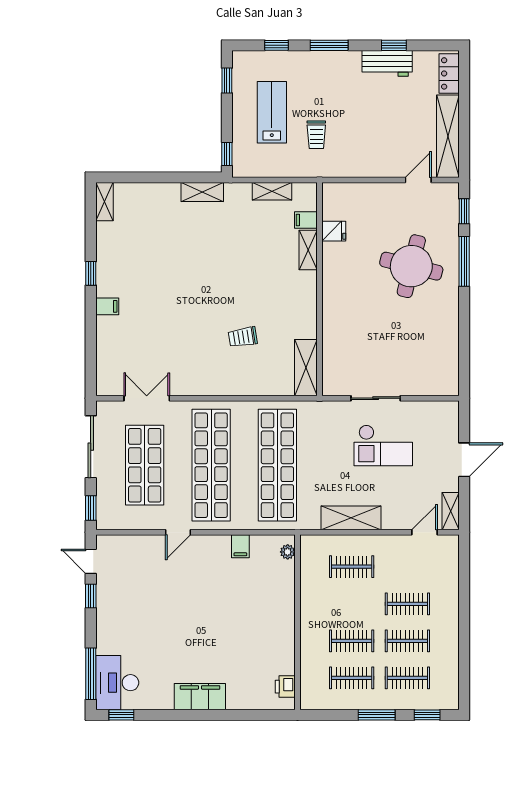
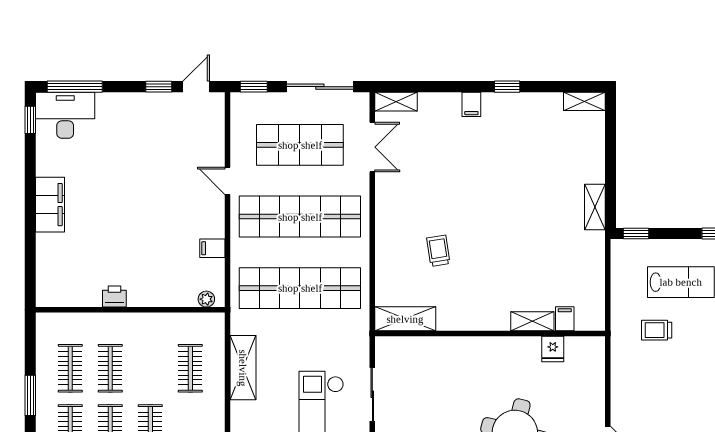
shelving: (272, 191) -> (396, 102), moved, turned 90
printer: (285, 687) -> (114, 297), moved

